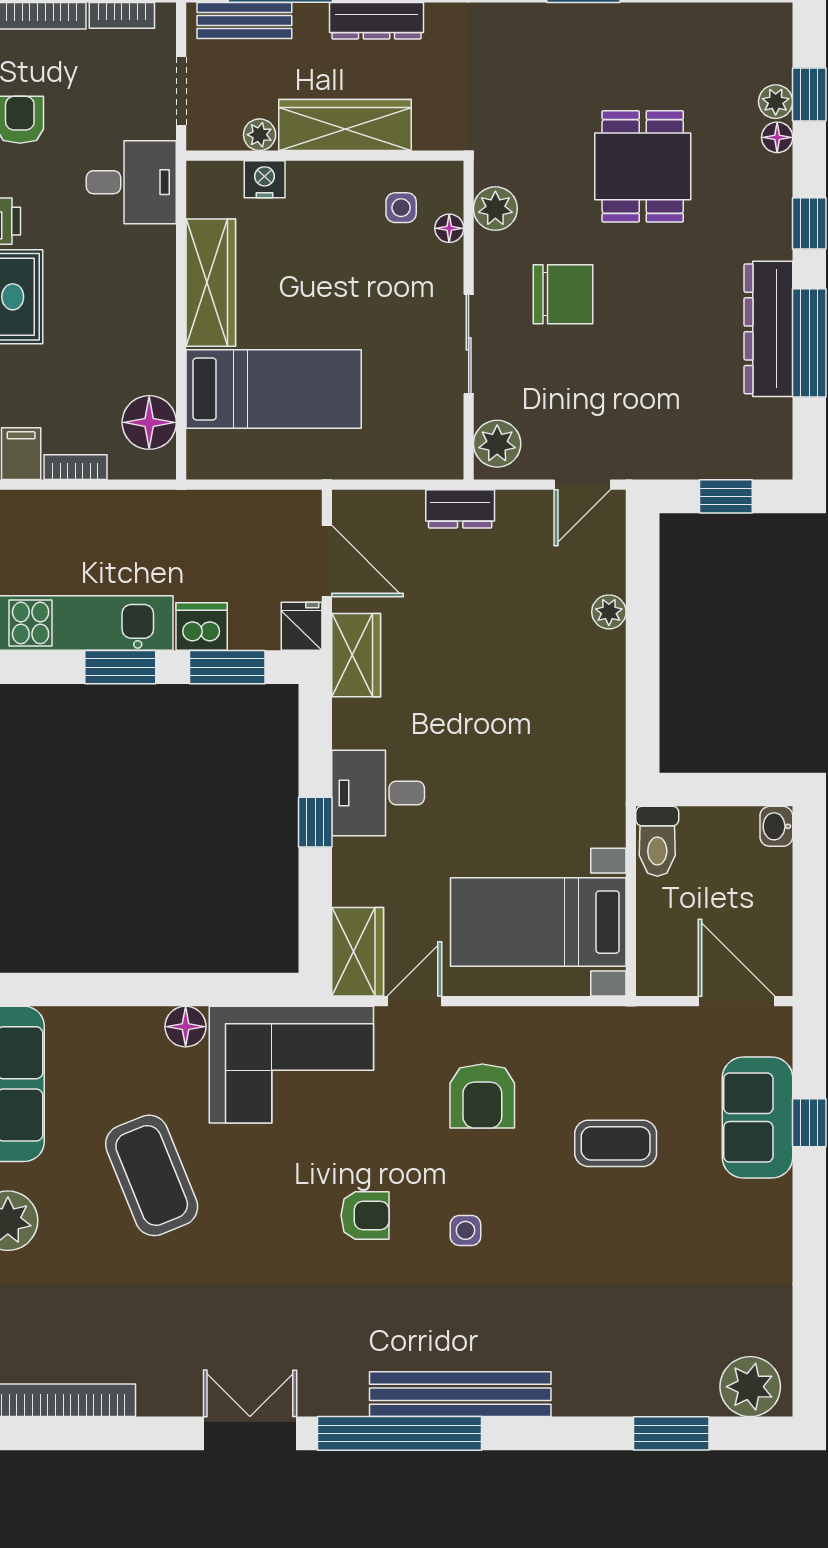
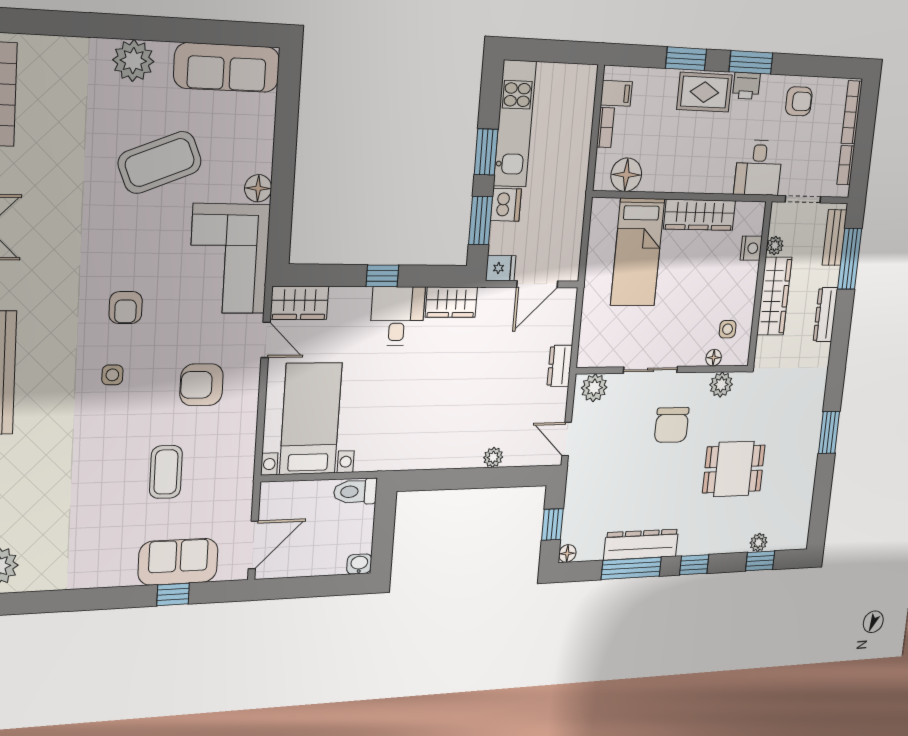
floor lamp: (777, 137) -> (567, 553), moved
wardrobe: (356, 655) -> (451, 302), moved

